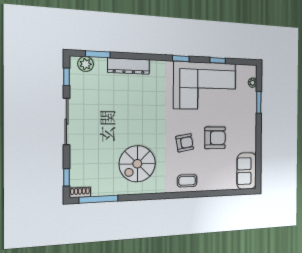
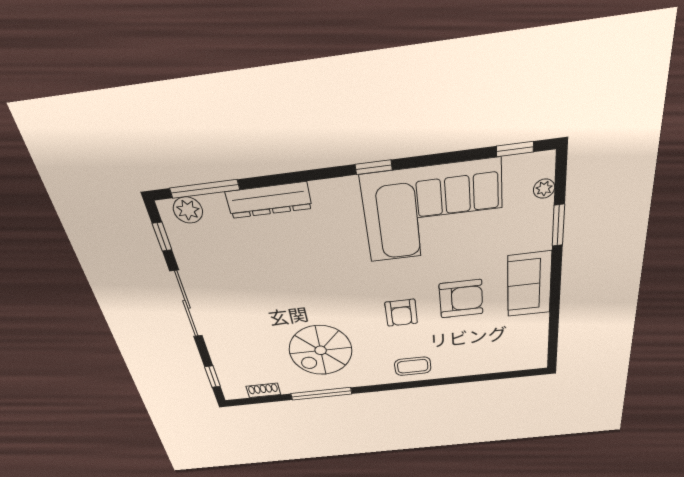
window: (98, 54) -> (205, 189), width x1.44
window: (218, 60) -> (515, 149), moved
armchair: (185, 143) -> (401, 313), turned 100
sofa: (247, 171) -> (529, 284), moved
shoe rack: (80, 192) -> (263, 390), moved
window: (99, 199) -> (321, 394), moved

